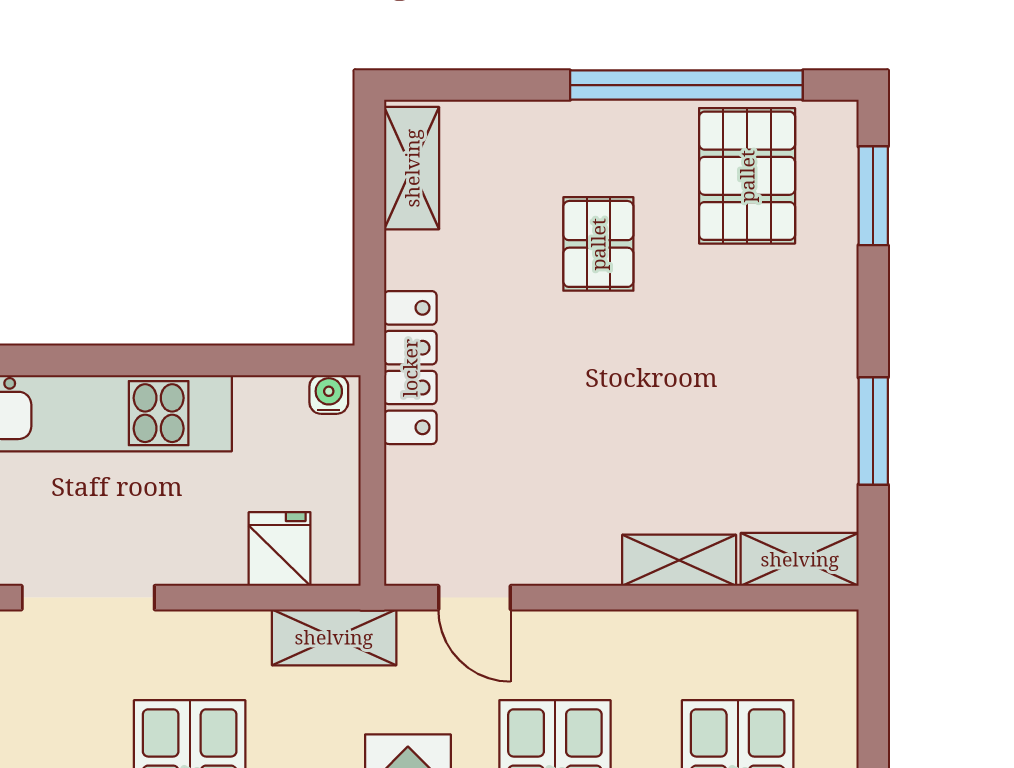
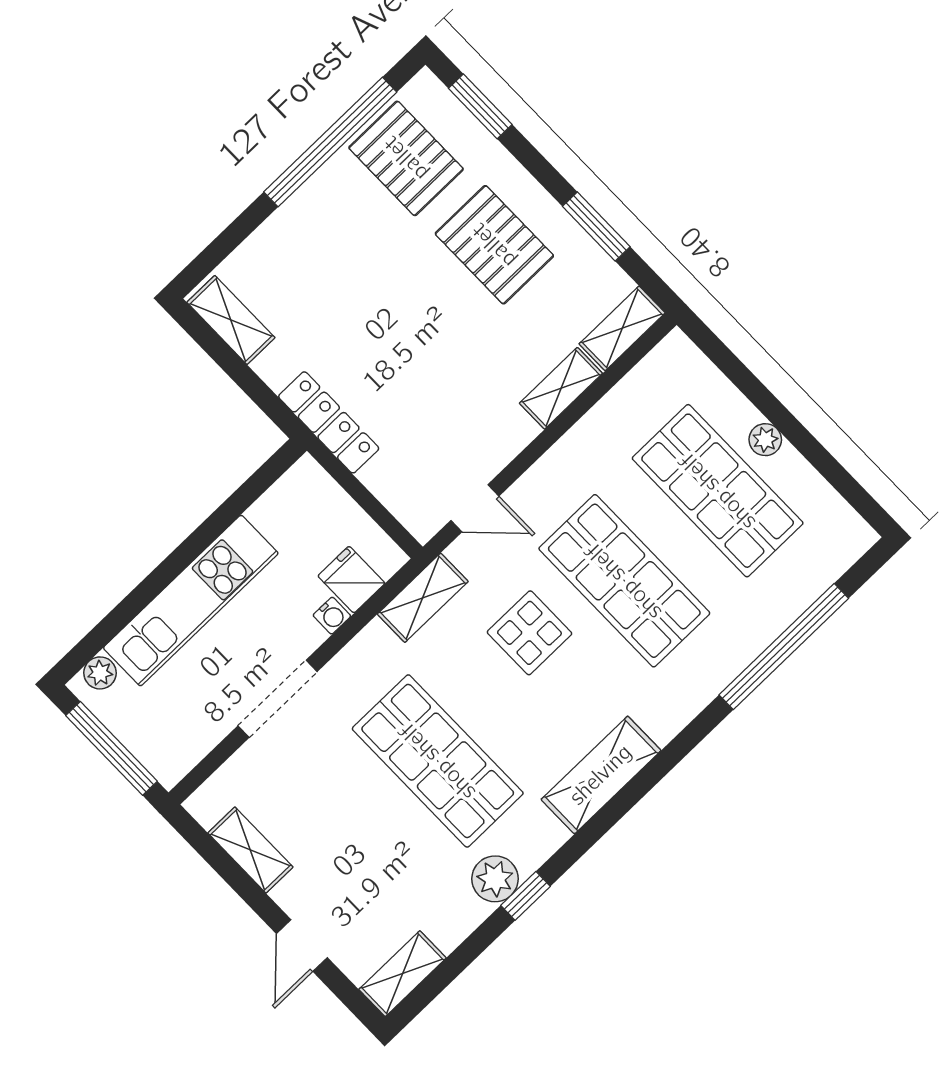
pallet: (598, 244) -> (494, 245), moved, width x1.50, depth x1.42
water cooler: (329, 394) -> (332, 616), moved, turned 180

